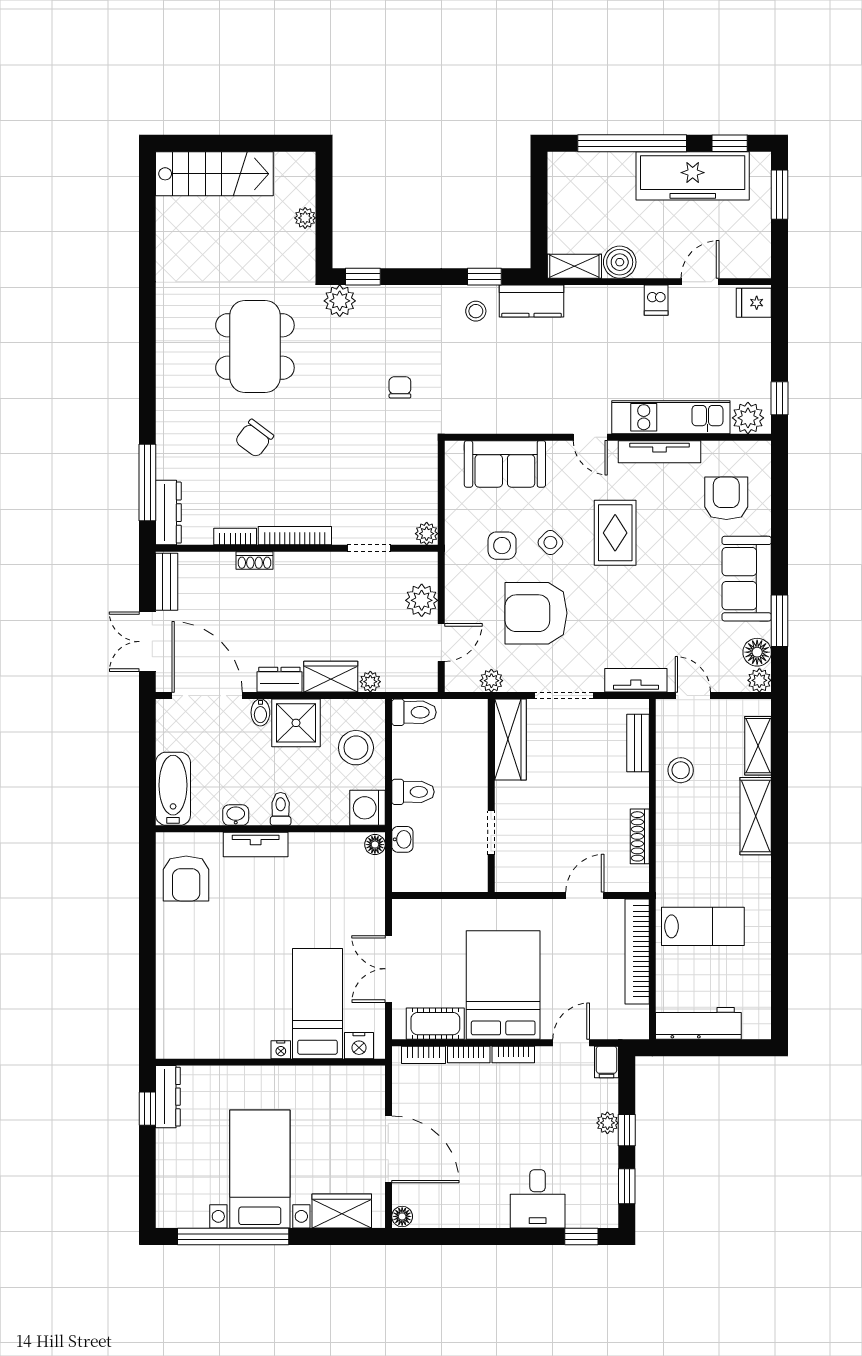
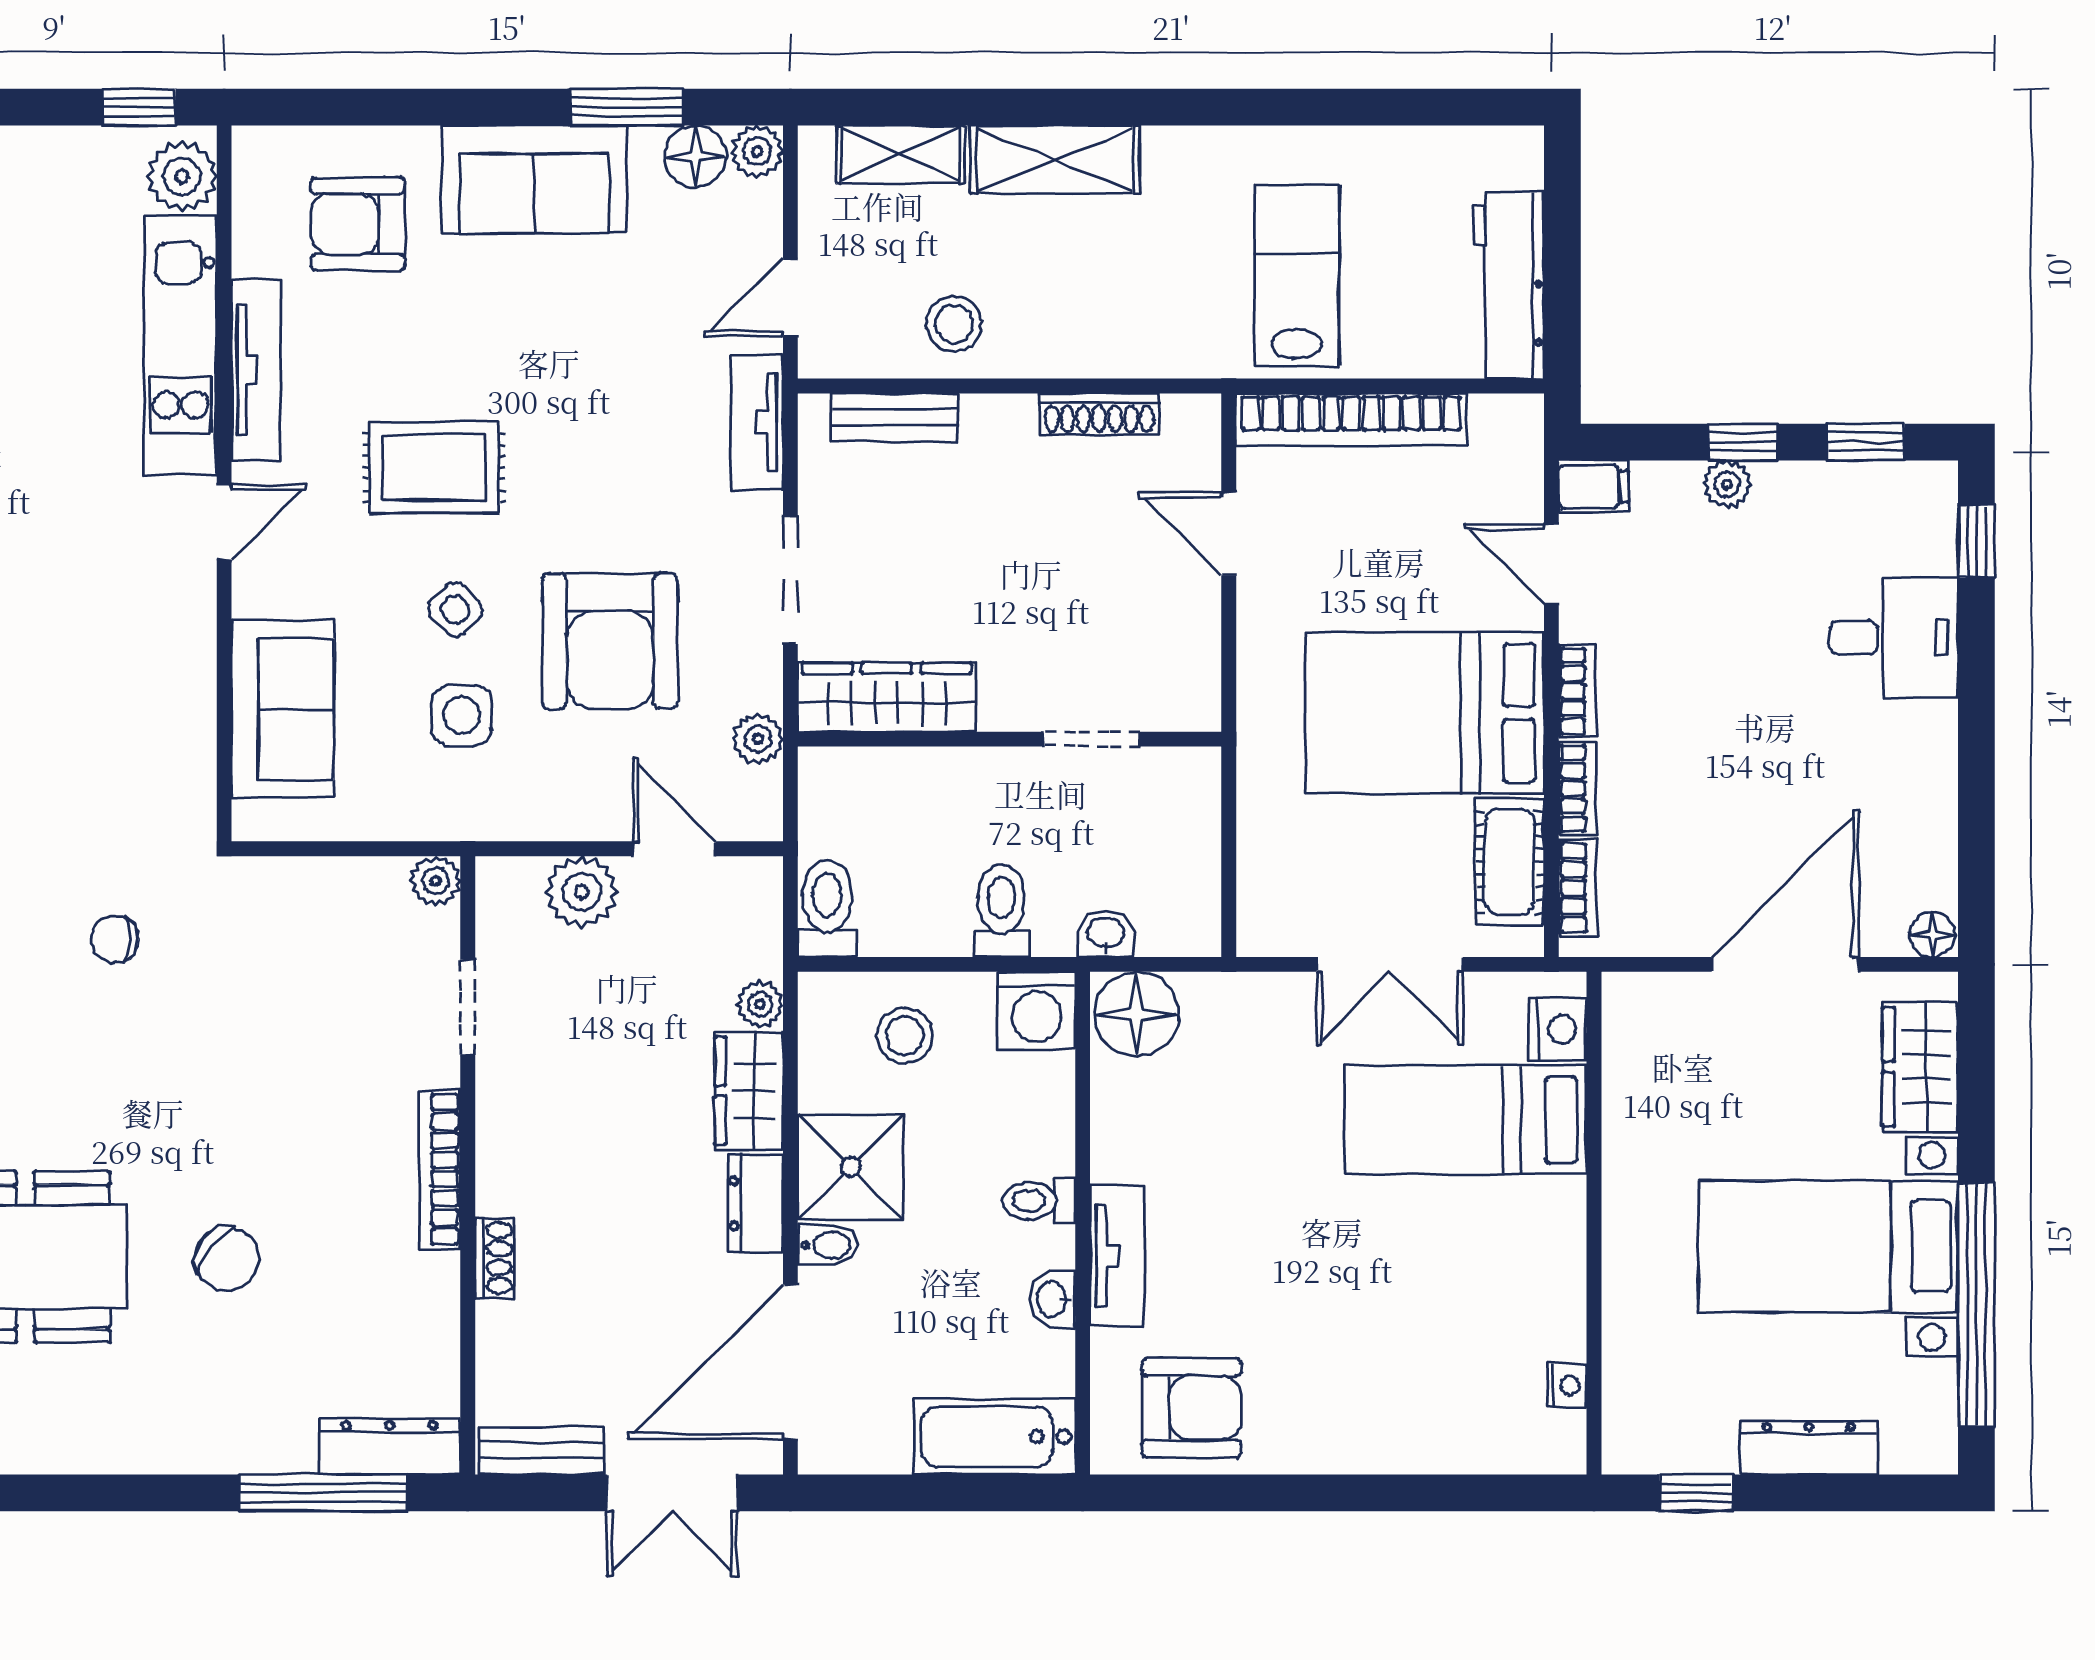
bookcase: (235, 536) -> (442, 1301), removed
stool: (356, 748) -> (905, 1036), width x0.73, depth x0.73
floor lamp: (375, 845) -> (1137, 1014), width x1.89, depth x1.89
nightstand: (281, 1050) -> (1567, 1386), moved
dresser: (168, 1097) -> (1809, 1448), moved

